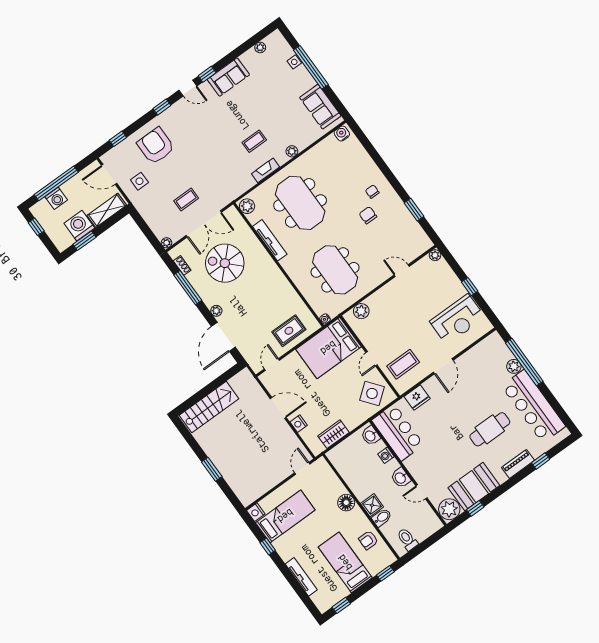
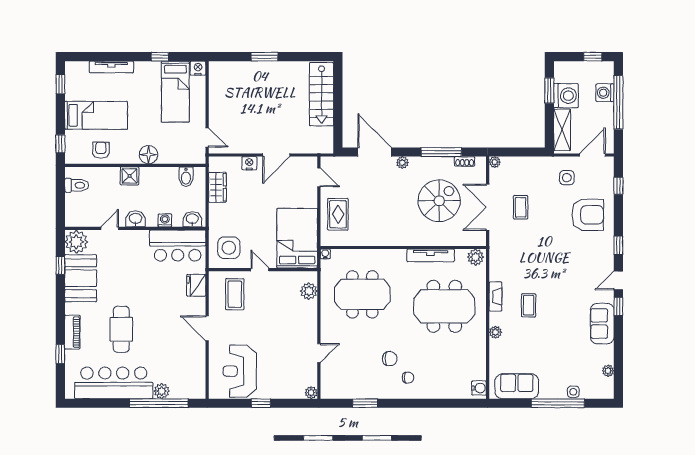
side table: (372, 393) -> (229, 248), turned 38
bidet: (382, 517) -> (186, 177), moved

